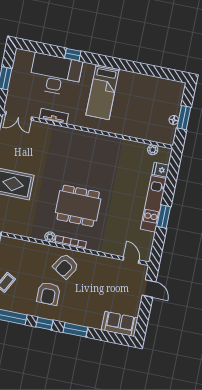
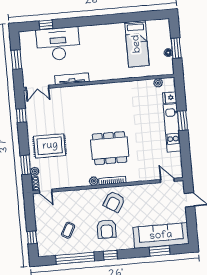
window: (73, 55) -> (46, 25), moved
bed: (103, 92) -> (137, 44), moved
tv unit: (54, 116) -> (72, 79), width x1.41
window: (164, 217) -> (183, 120), moved
sofa: (120, 324) -> (161, 236), width x1.85, depth x1.27
window: (75, 330) -> (160, 251), moved

